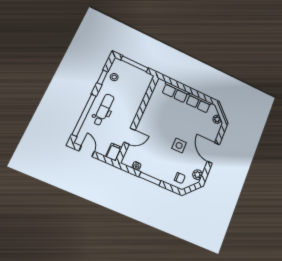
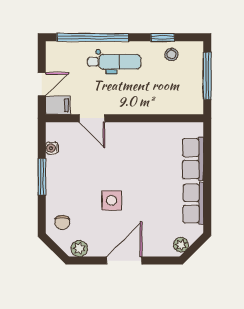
door: (87, 151) -> (42, 84), moved

